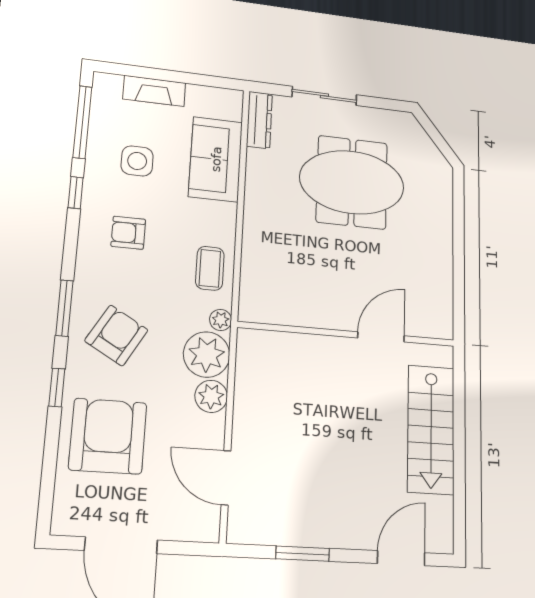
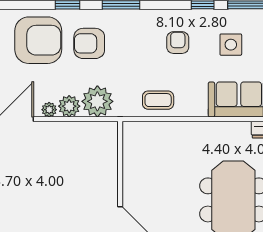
plant: (221, 320) -> (49, 110), moved
armchair: (116, 335) -> (89, 43), moved, turned 150

